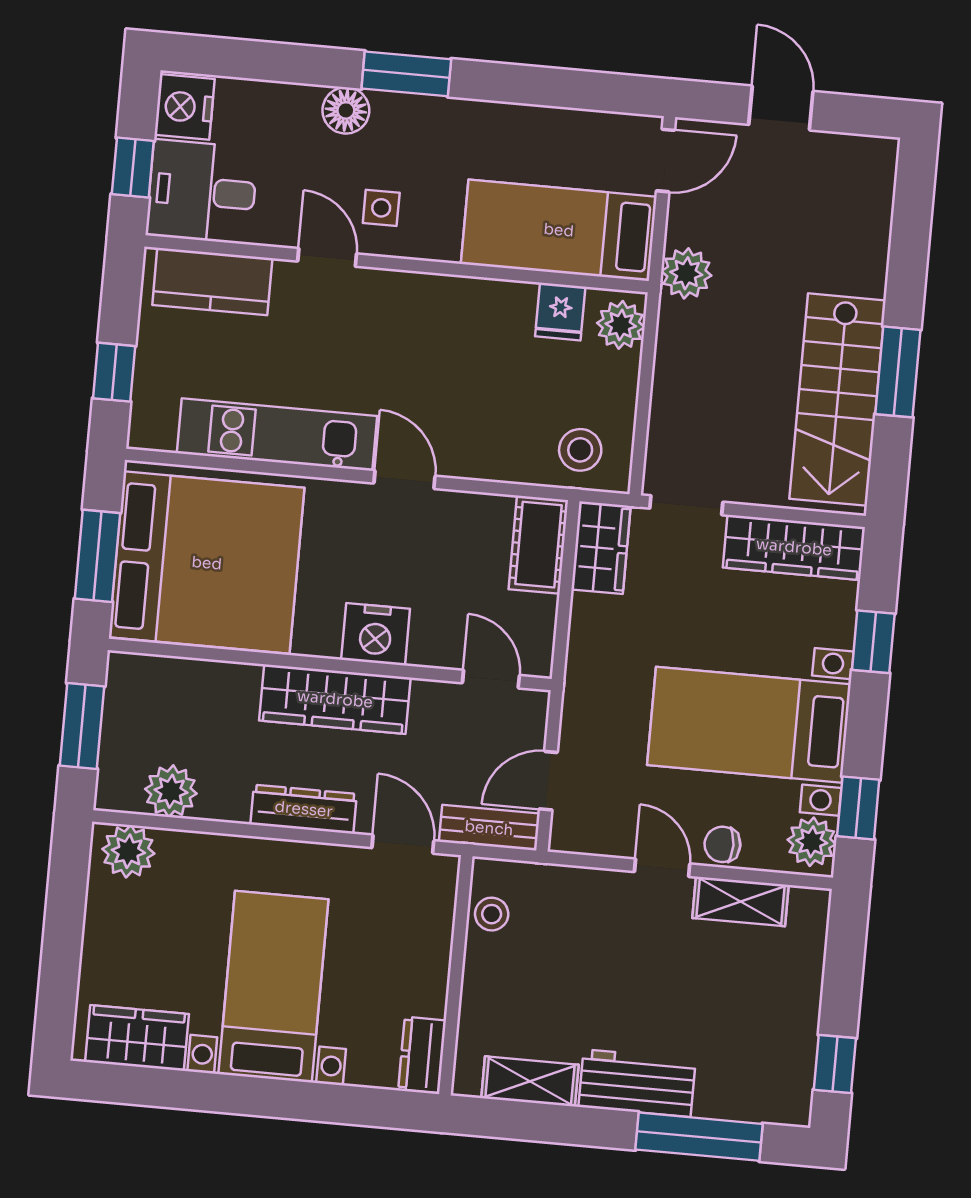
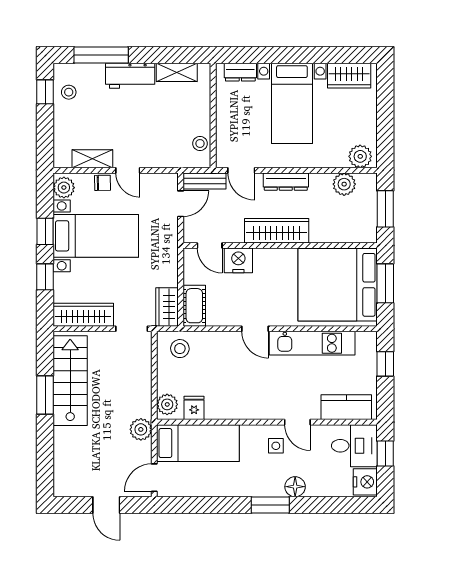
nightstand: (376, 634) -> (238, 260), moved
window: (858, 808) -> (45, 231), moved
dresser: (422, 1055) -> (240, 72), moved, turned 90
stool: (781, 1059) -> (69, 92), added

